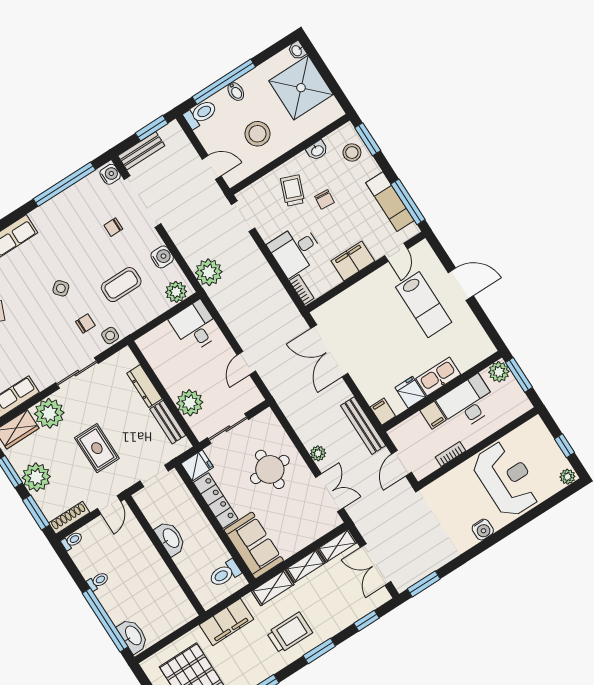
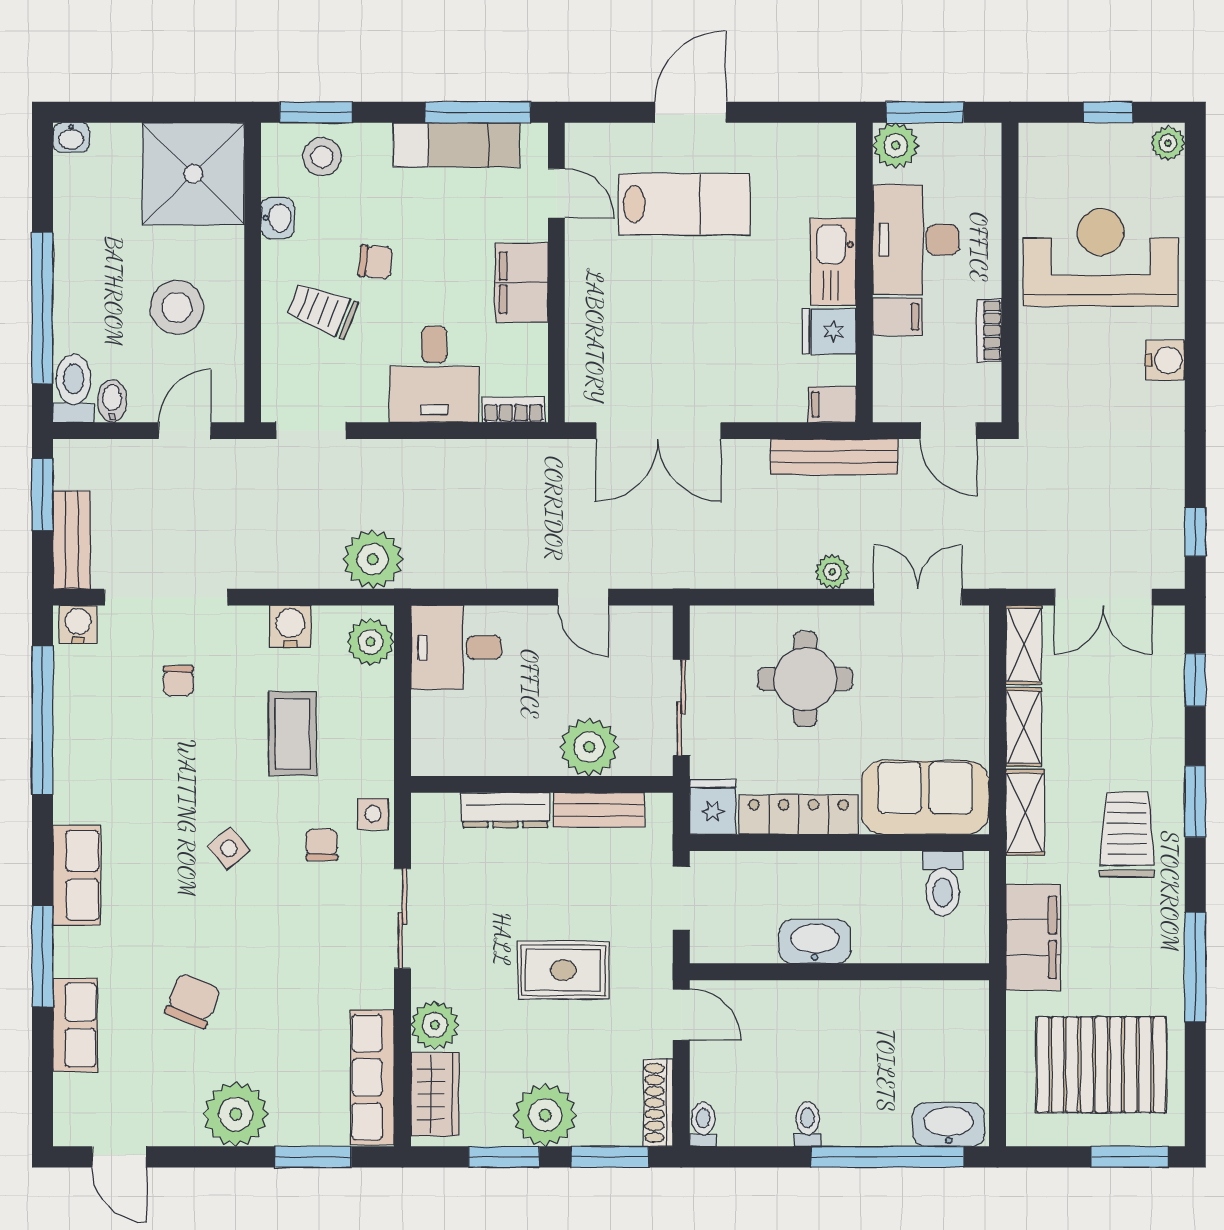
shower: (301, 88) -> (193, 174), moved
bidet: (236, 92) -> (112, 401), moved, turned -90
plant: (49, 413) -> (435, 1025), width x0.73, depth x0.73
window: (424, 584) -> (1195, 532), width x0.67

